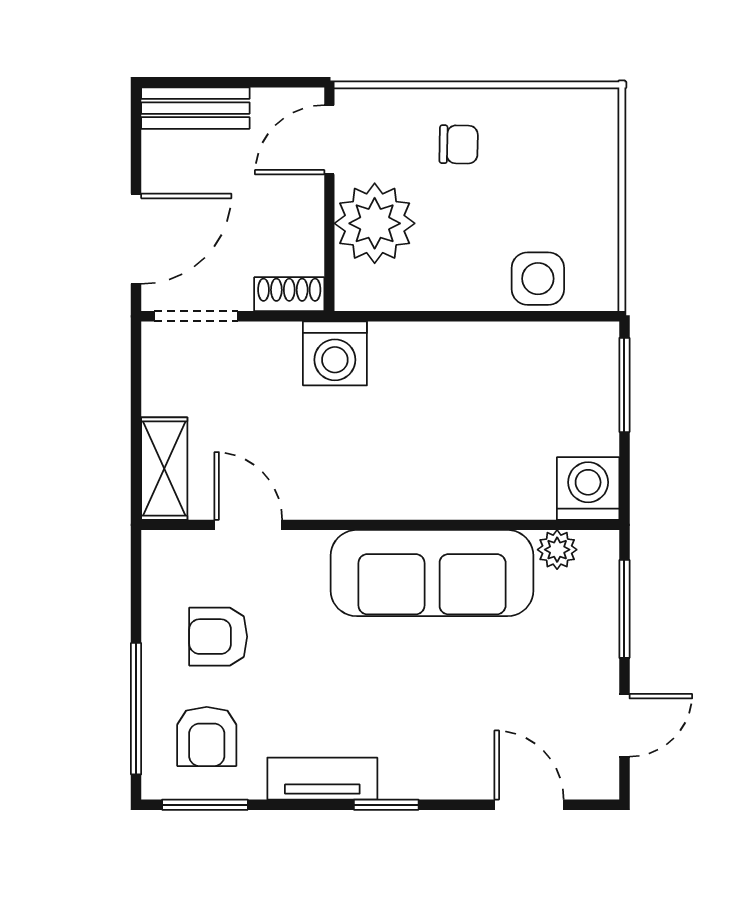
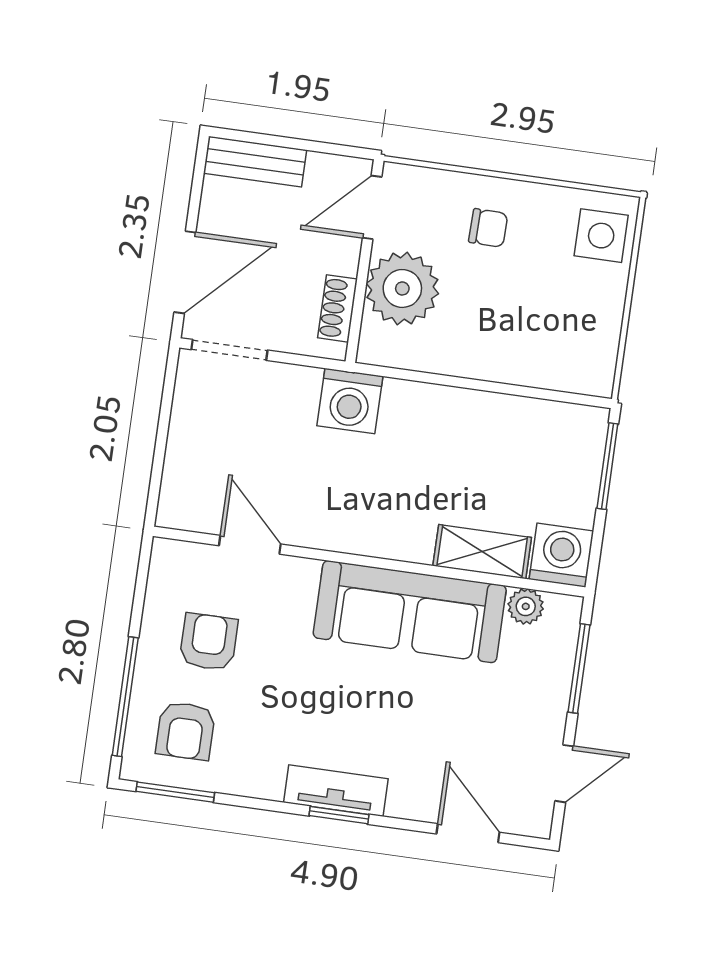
side table: (538, 279) -> (601, 236), moved
shoe rack: (289, 294) -> (337, 308), moved, turned -90
shelving: (164, 469) -> (482, 552), moved, turned 90
armchair: (218, 637) -> (209, 642), turned 90
tv unit: (322, 779) -> (336, 791), moved

